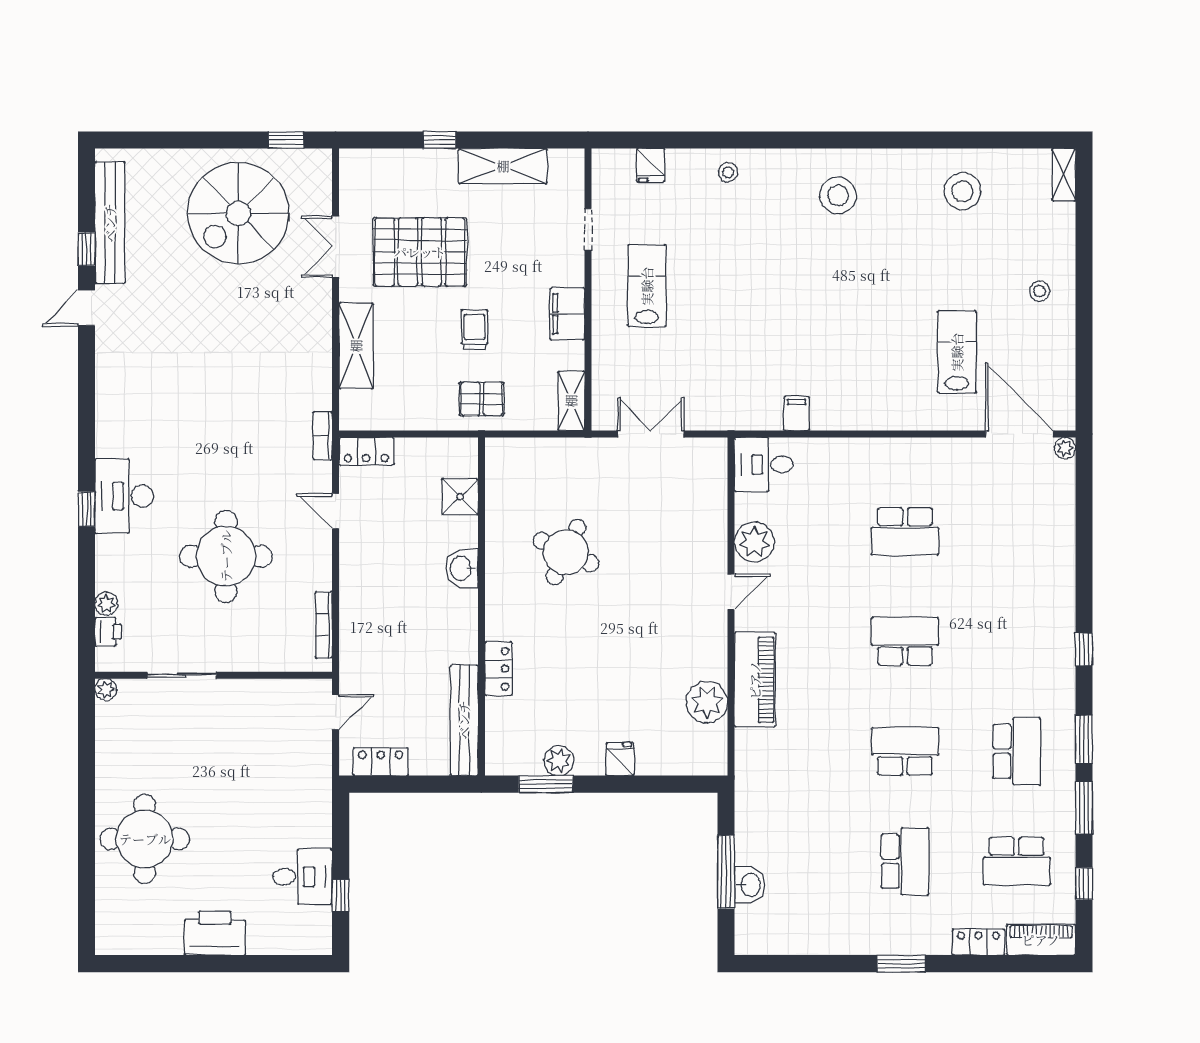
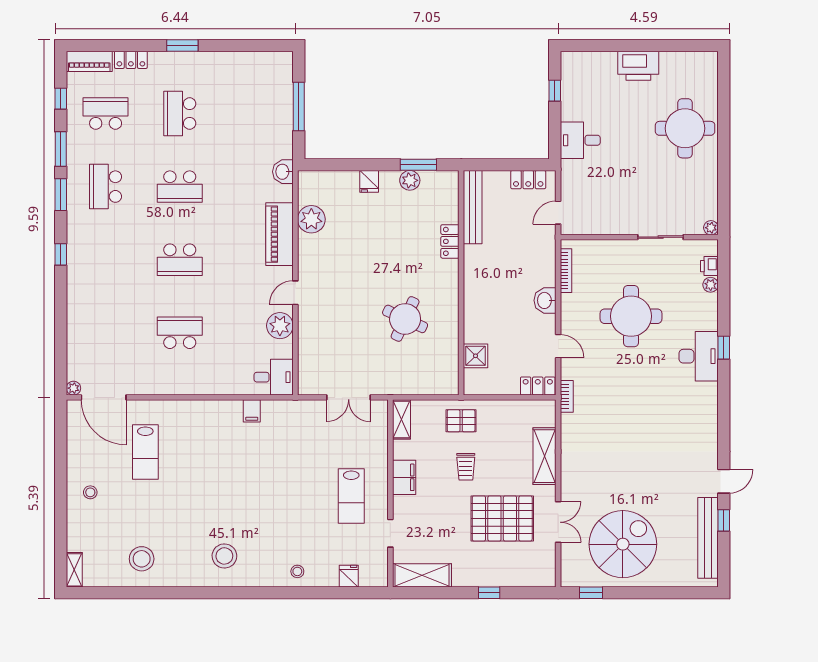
shelving: (503, 166) -> (422, 575), moved
washbasin: (462, 568) -> (545, 300), moved, turned 180
desk: (302, 877) -> (580, 140), moved
washbasin: (750, 885) -> (283, 172), moved

